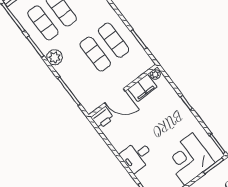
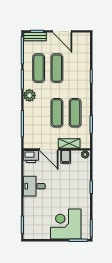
shelving: (131, 76) -> (69, 144), added
filing cabinet: (142, 88) -> (66, 157), width x0.50
desk: (137, 156) -> (34, 186), moved

